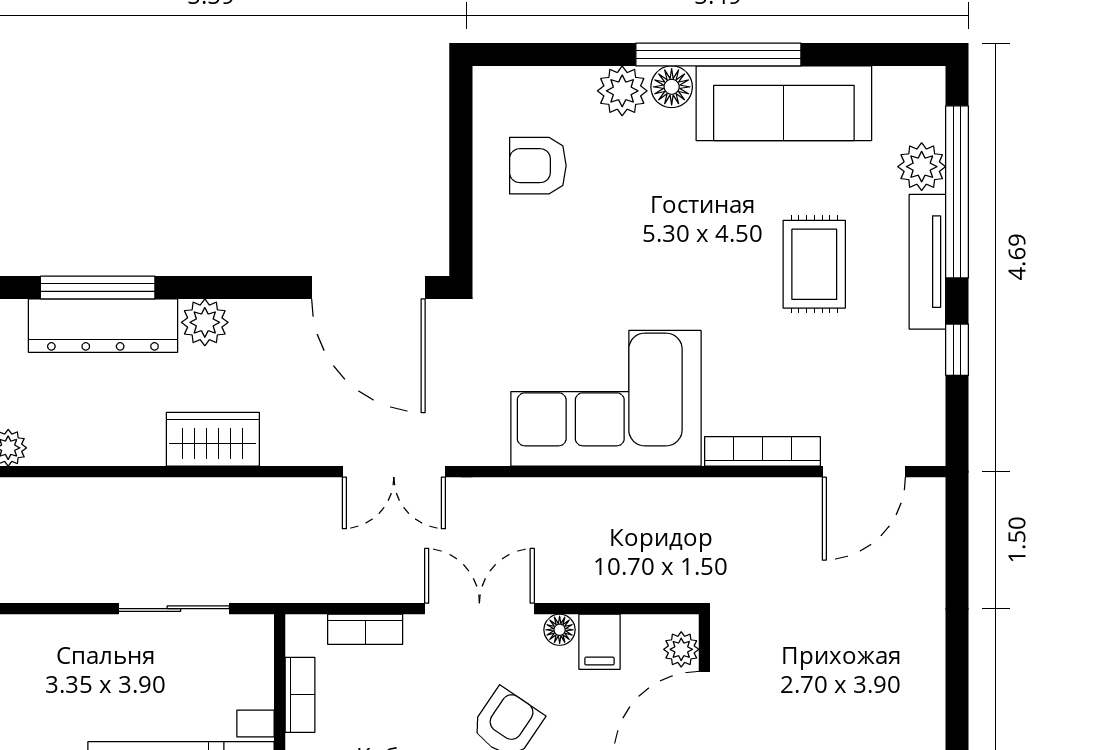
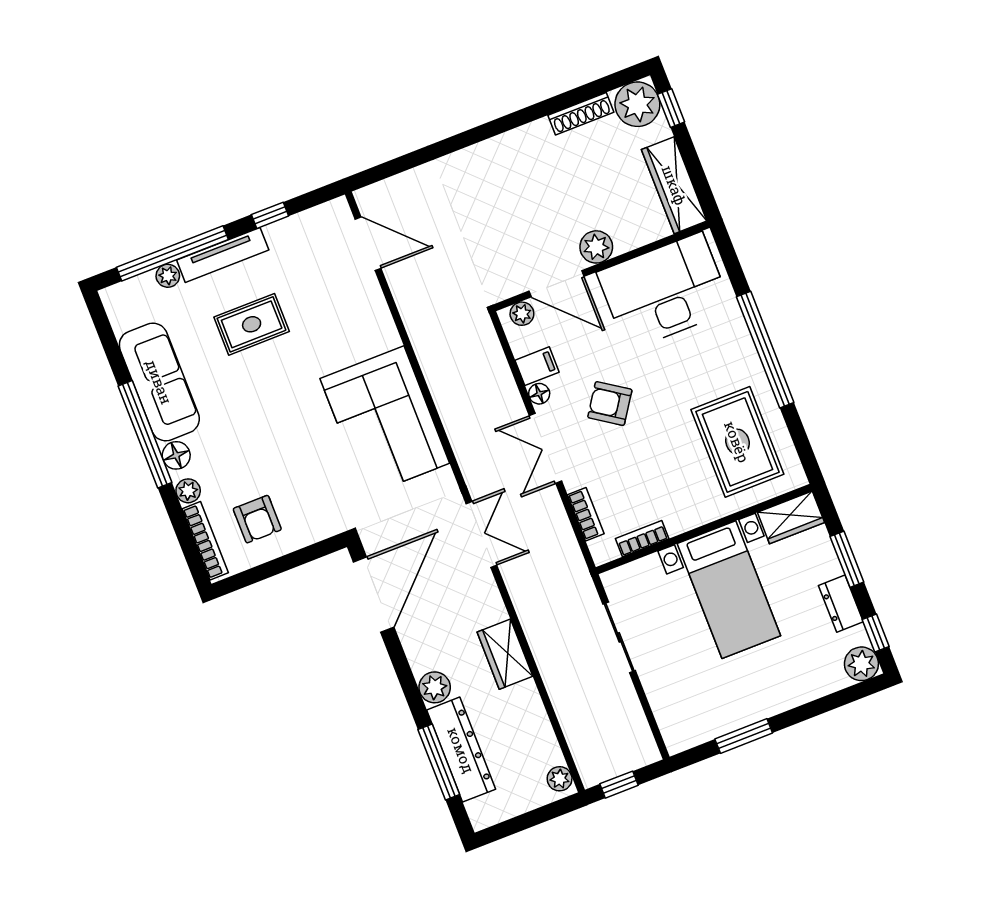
plant: (622, 91) -> (188, 491), width x0.73, depth x0.73
plant: (922, 167) -> (168, 276), width x0.73, depth x0.73
bookcase: (763, 451) -> (205, 541), moved, turned 180

